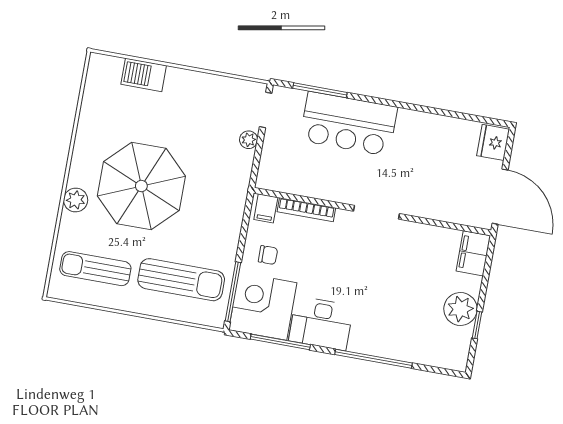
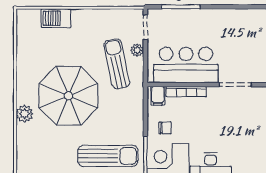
bar counter: (349, 124) -> (186, 65), moved, turned 180
sun lounger: (95, 269) -> (117, 64), moved, turned 78

